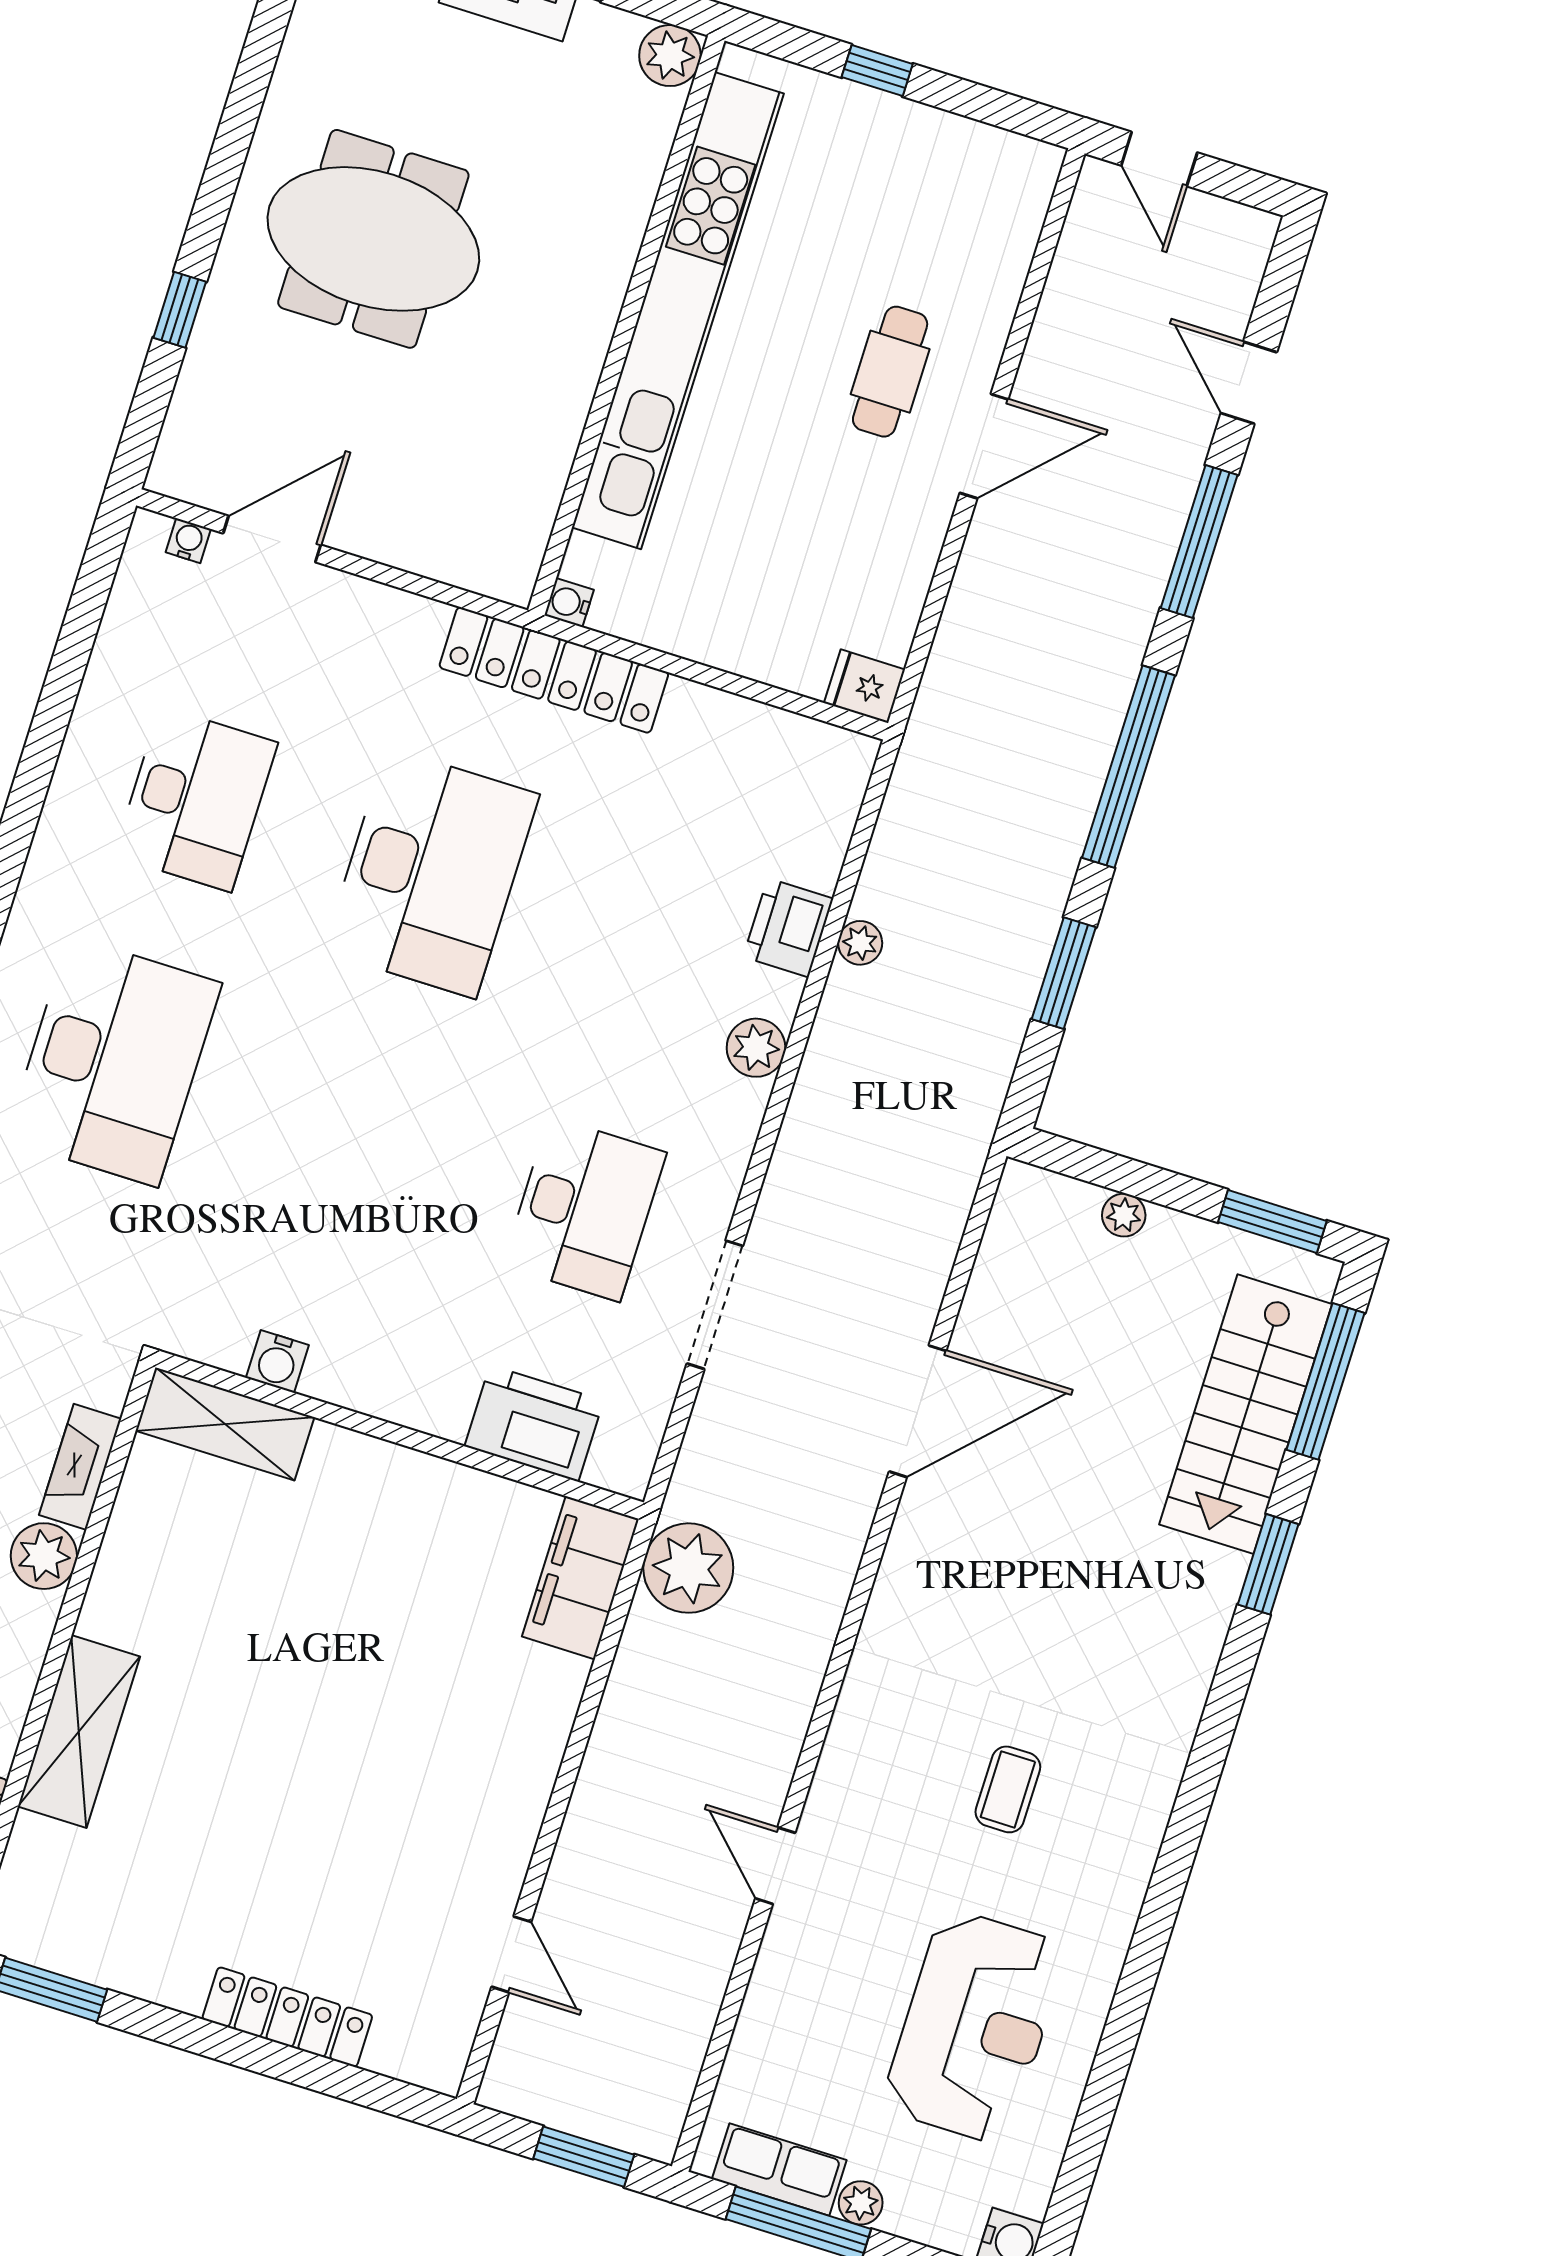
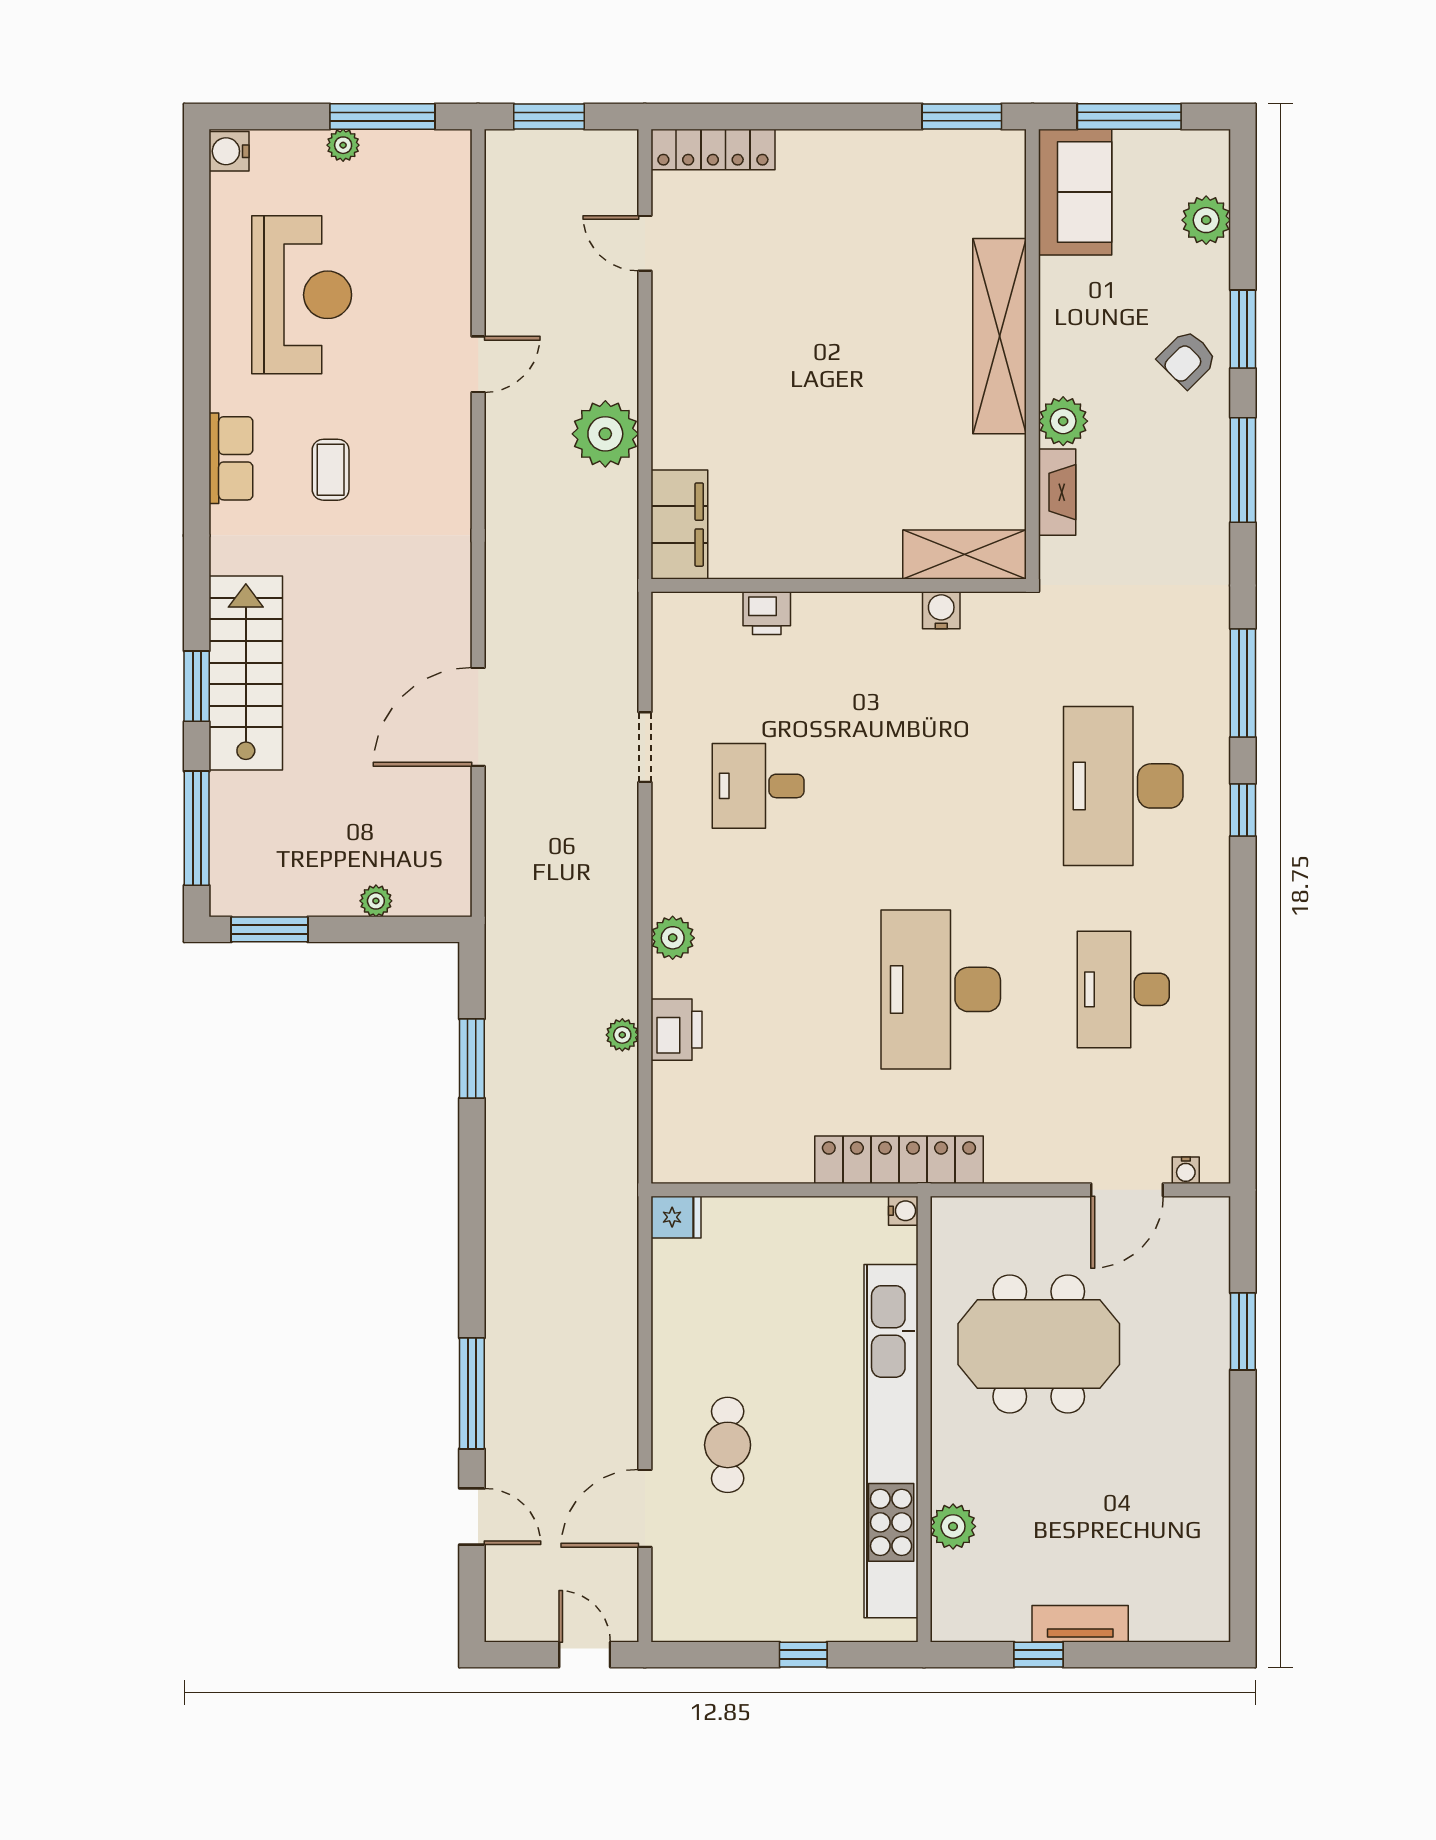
plant: (670, 56) -> (953, 1526), moved
meeting table: (373, 239) -> (1039, 1344), moved
window: (180, 310) -> (1243, 1331), width x1.50
door: (984, 446) -> (645, 1508), moved
window: (1129, 767) -> (472, 1219), removed
desk: (584, 1209) -> (758, 786), width x0.73
doorway: (715, 1305) -> (645, 747), width x0.73
stairs: (1246, 1414) -> (246, 673), moved
printer: (534, 1423) -> (767, 613), width x0.53, depth x0.68
plant: (688, 1568) -> (605, 434), moved
shelving: (79, 1732) -> (1000, 336), width x1.47
door: (775, 1866) -> (478, 364), hinge flipped
locker: (287, 2017) -> (713, 149), moved
reception desk: (974, 2027) -> (302, 295), turned 180
row of seats: (779, 2169) -> (231, 458), moved, turned -90

